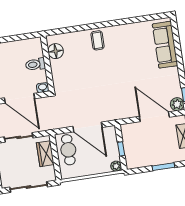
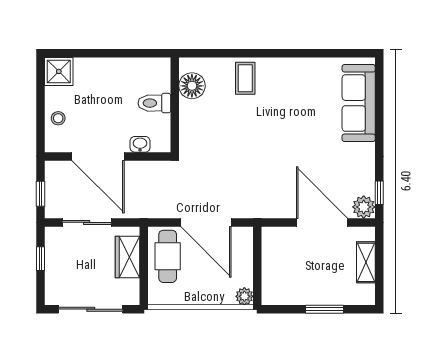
floor lamp: (56, 51) -> (192, 86), moved
toilet: (35, 64) -> (154, 103), moved
wall: (47, 64) -> (175, 105), moved
window: (121, 149) -> (257, 268), removed

